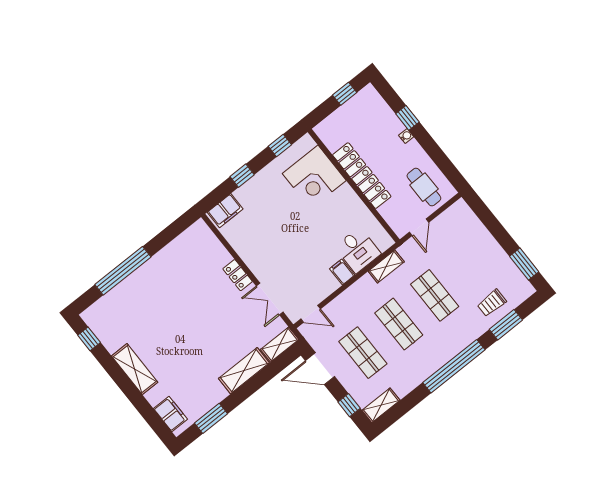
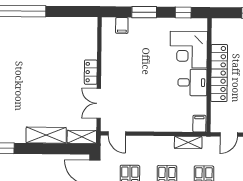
window: (242, 176) -> (144, 12), width x1.50
filing cabinet: (225, 211) -> (122, 25), width x0.50
desk: (358, 250) -> (192, 82), moved, turned -90
filing cabinet: (342, 272) -> (199, 124), moved

